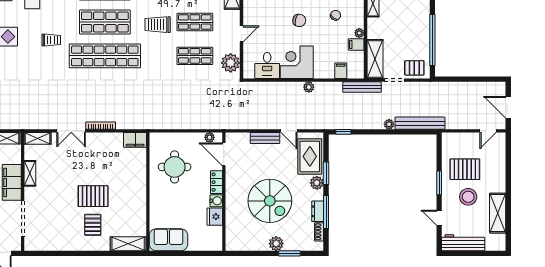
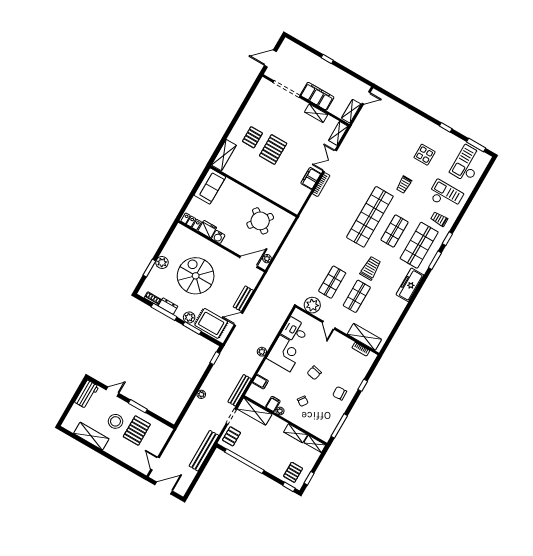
shop shelf: (105, 22) -> (395, 231), width x0.70, depth x0.74
bench: (420, 123) -> (204, 451), moved
filing cabinet: (135, 140) -> (311, 178), moved
round table: (175, 167) -> (260, 221), turned 38
locker: (216, 182) -> (191, 222), moved
spiral stairs: (270, 201) -> (196, 276), turned 90
pallet: (93, 225) -> (252, 137), turned 90
workbench: (463, 243) -> (87, 394), width x0.73

